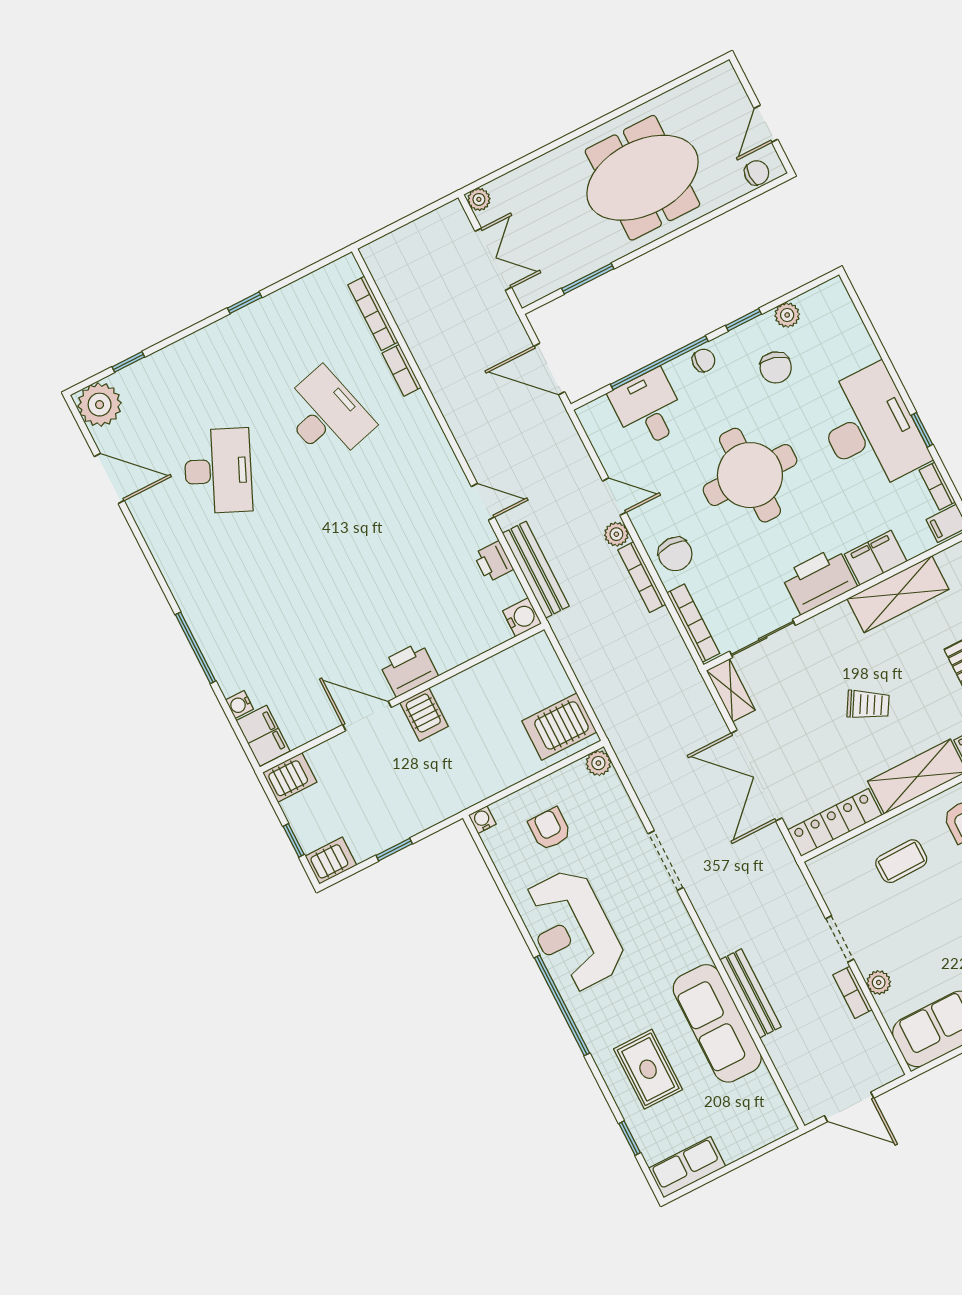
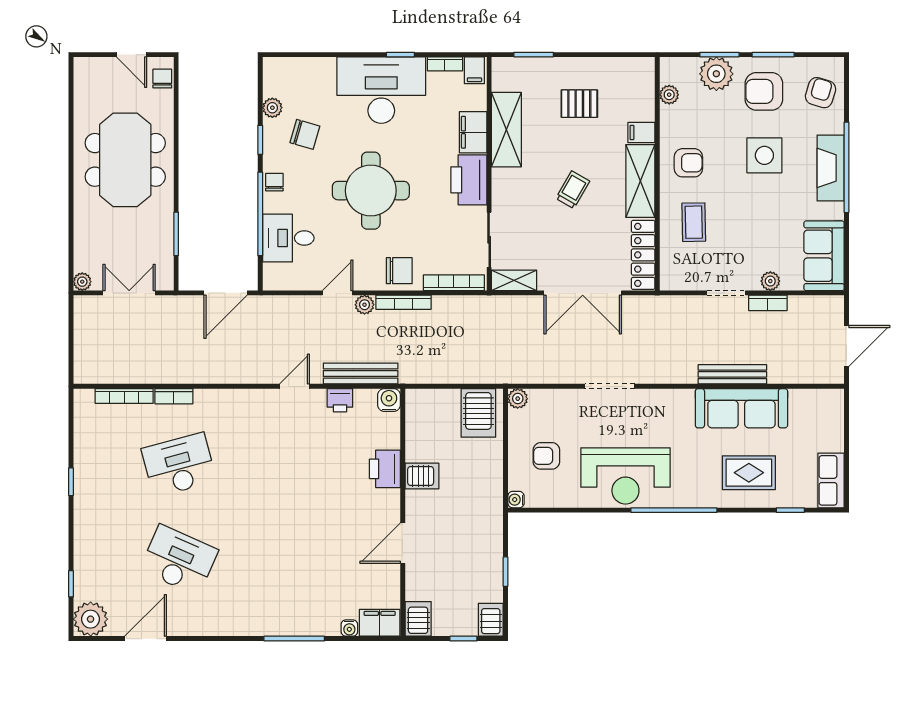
printer: (409, 669) -> (385, 469), moved
server rack: (424, 715) -> (422, 476), moved

